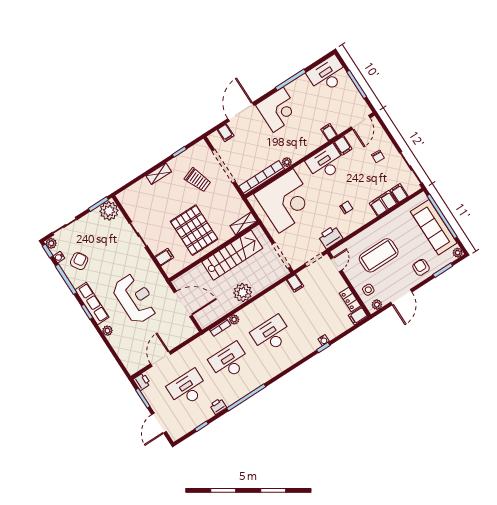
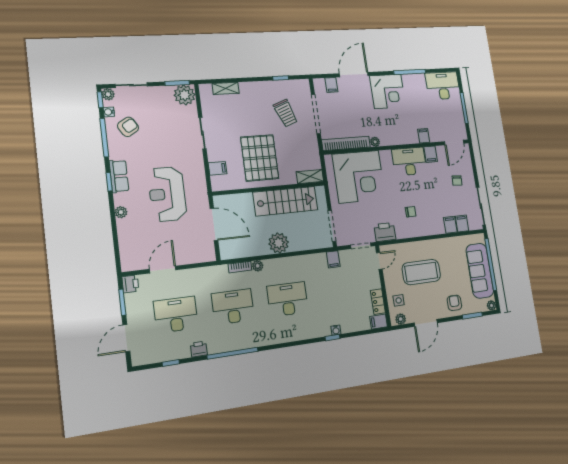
shelving: (159, 174) -> (226, 88), moved
filing cabinet: (383, 203) -> (450, 225), width x0.50
reception desk: (135, 299) -> (167, 194), turned 180
row of seats: (92, 304) -> (119, 176), width x0.68

